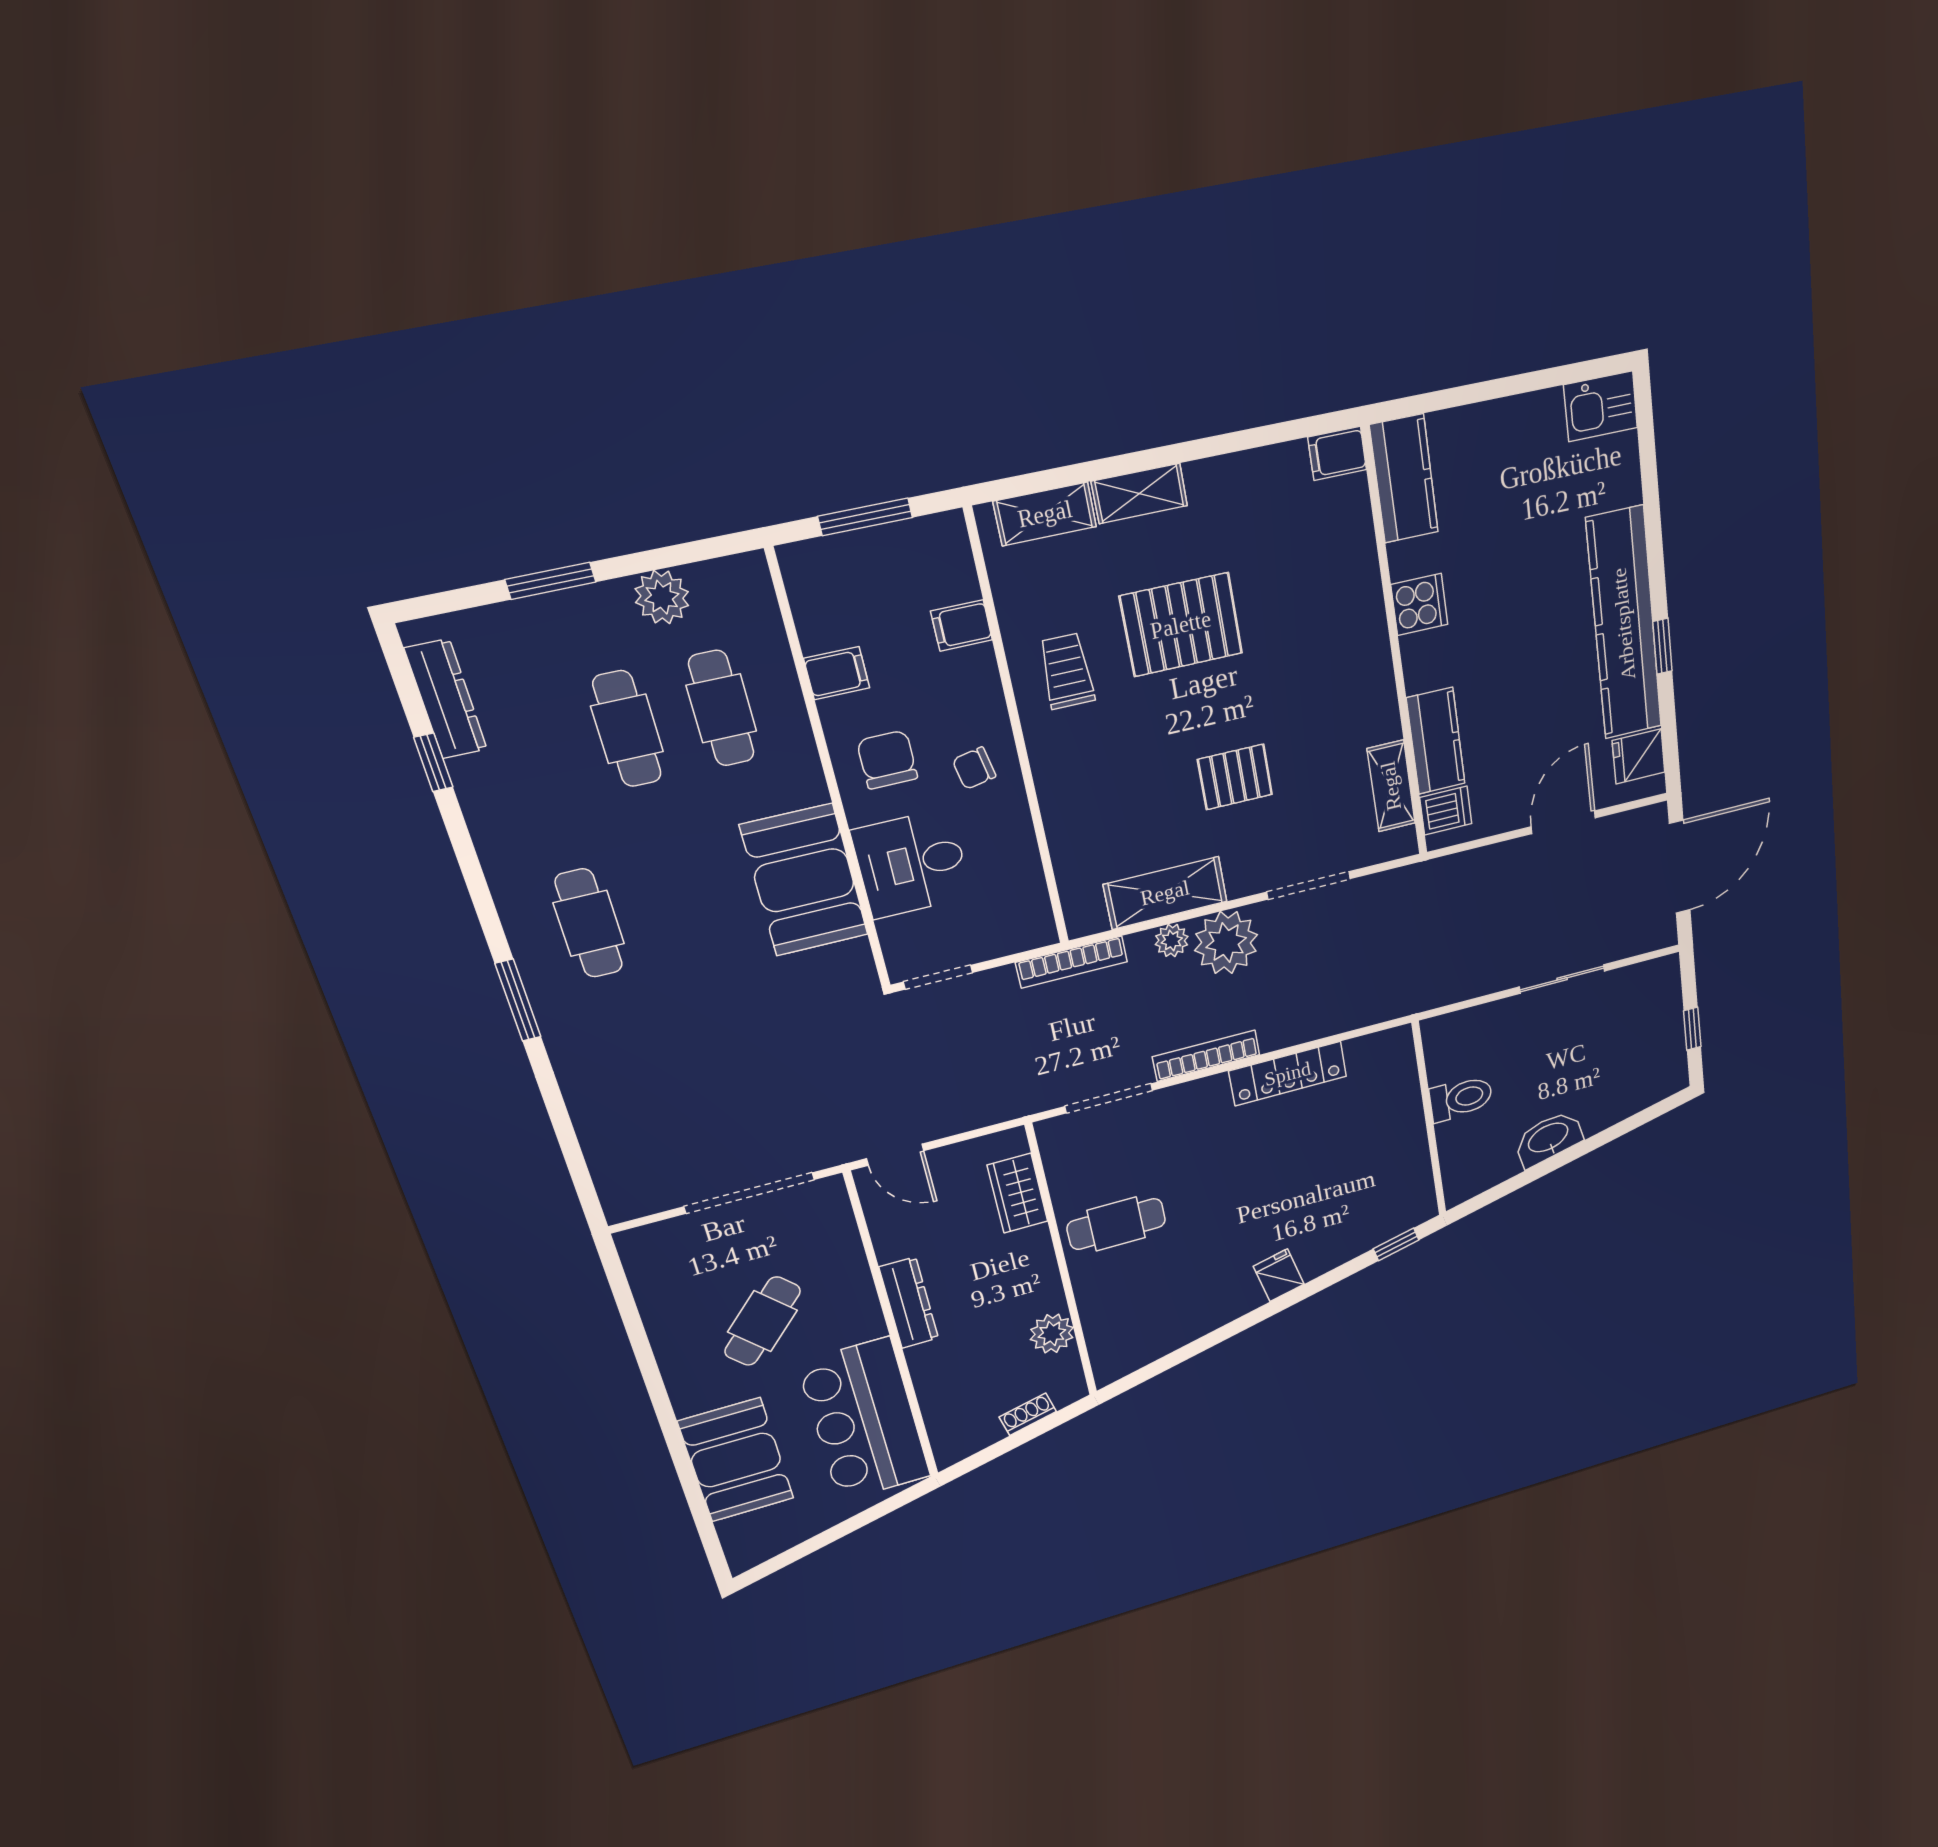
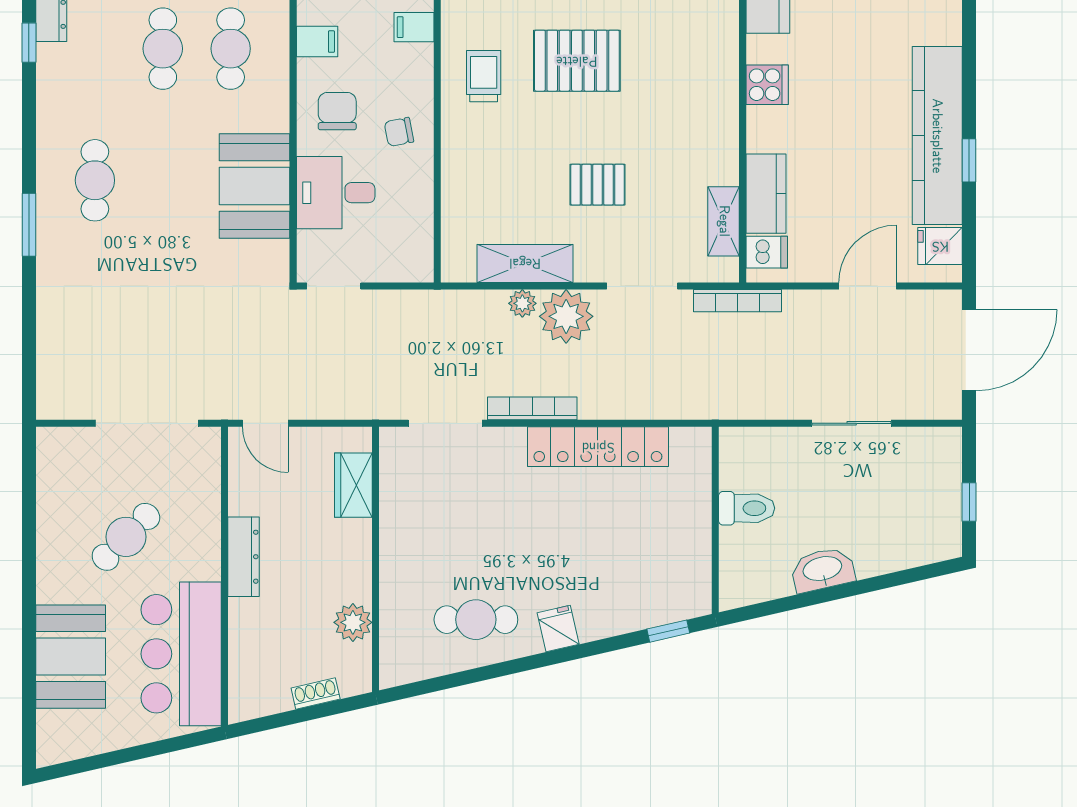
bookcase: (1072, 962) -> (737, 301), moved
locker: (1288, 1074) -> (598, 447), width x1.41, depth x1.21
cafe table: (1116, 1224) -> (476, 620), moved

